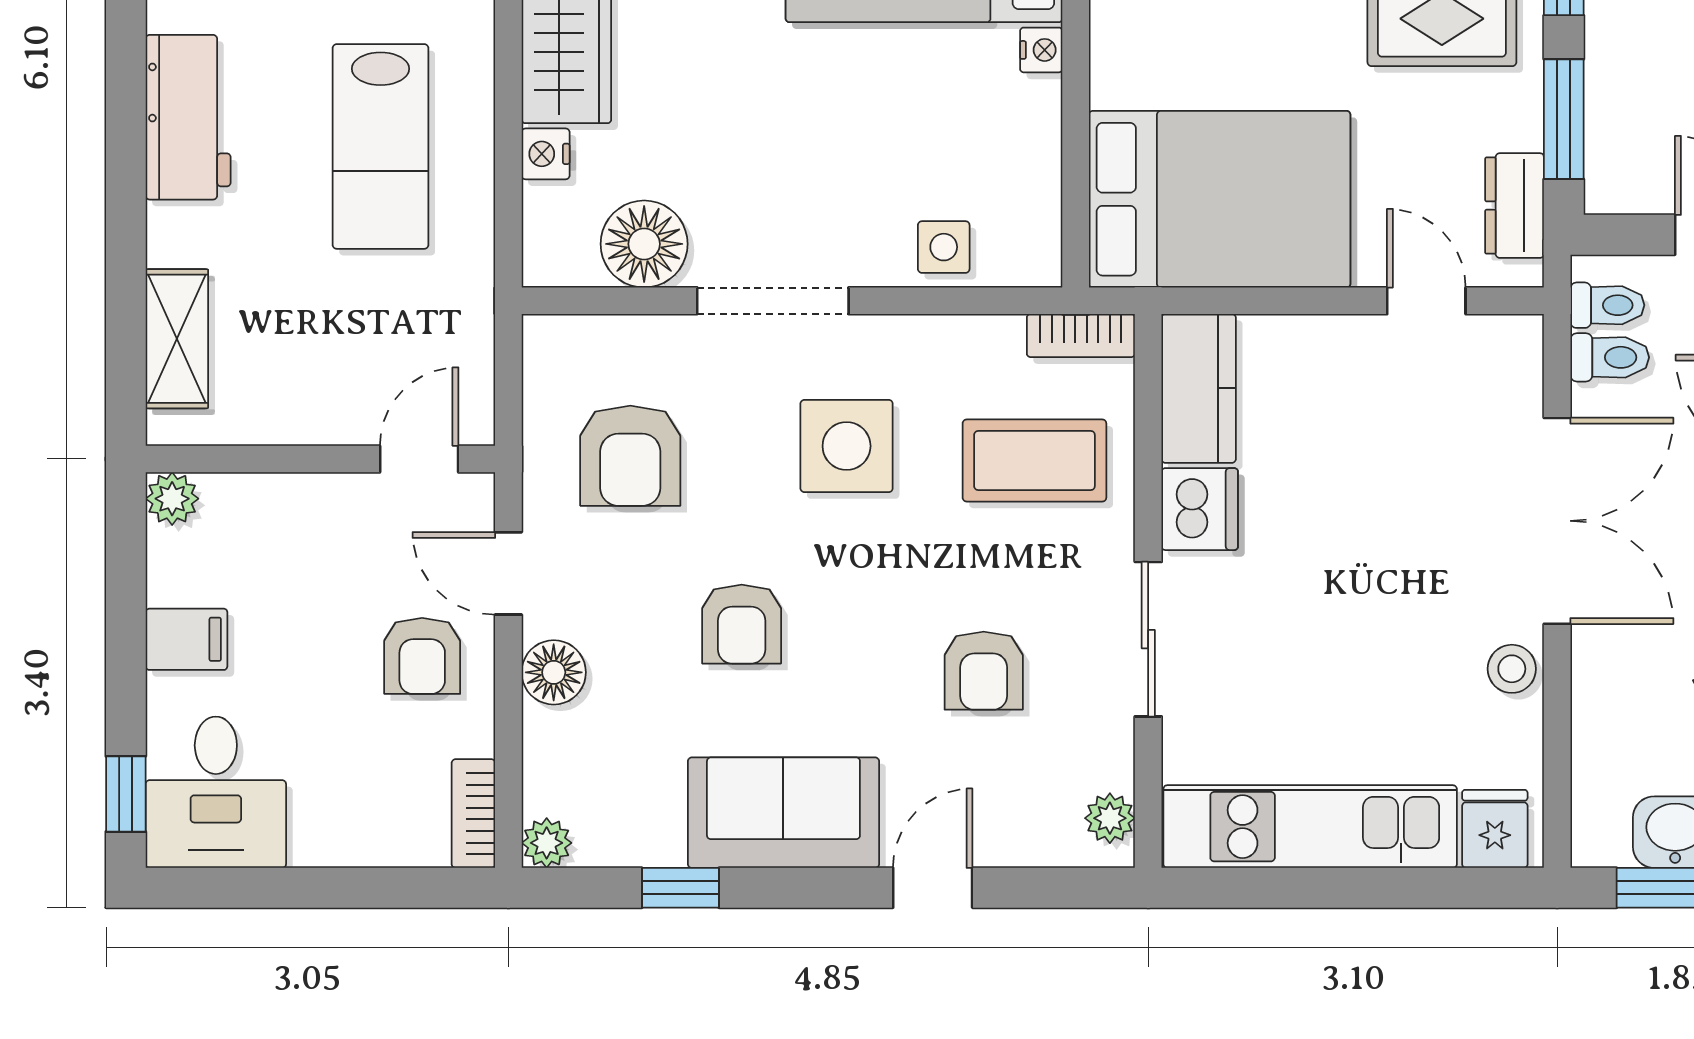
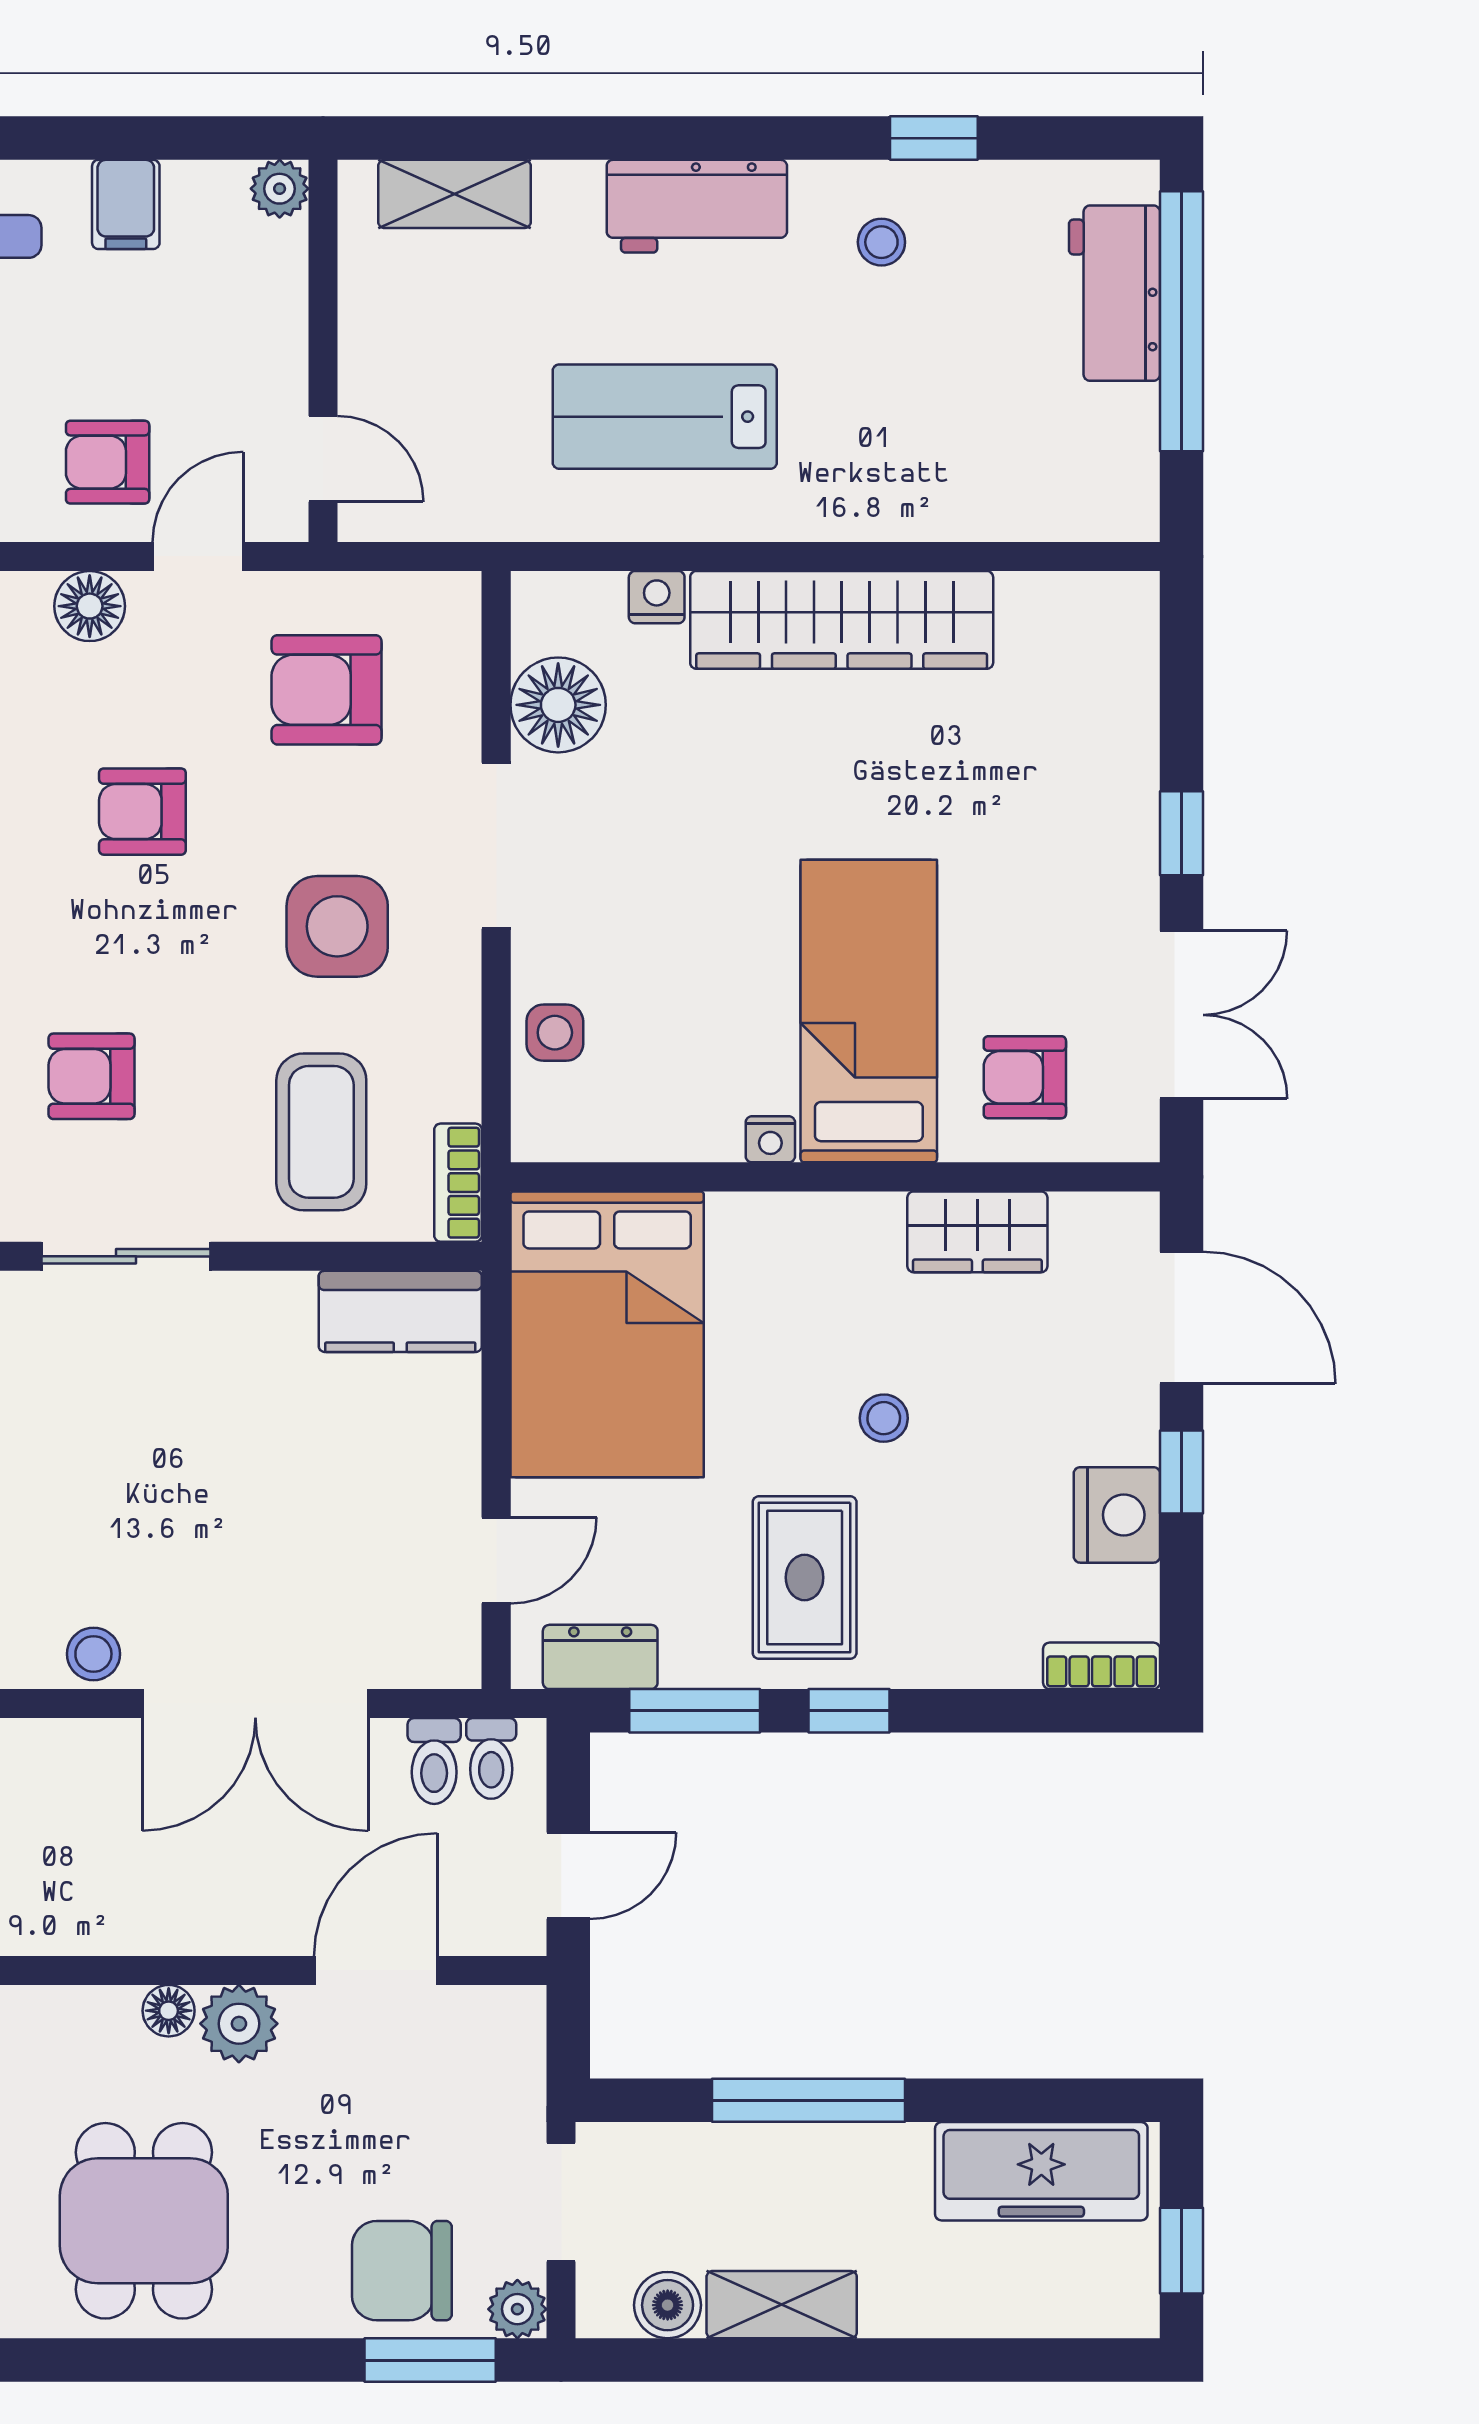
dishwasher: (1200, 509) -> (268, 1313), removed

